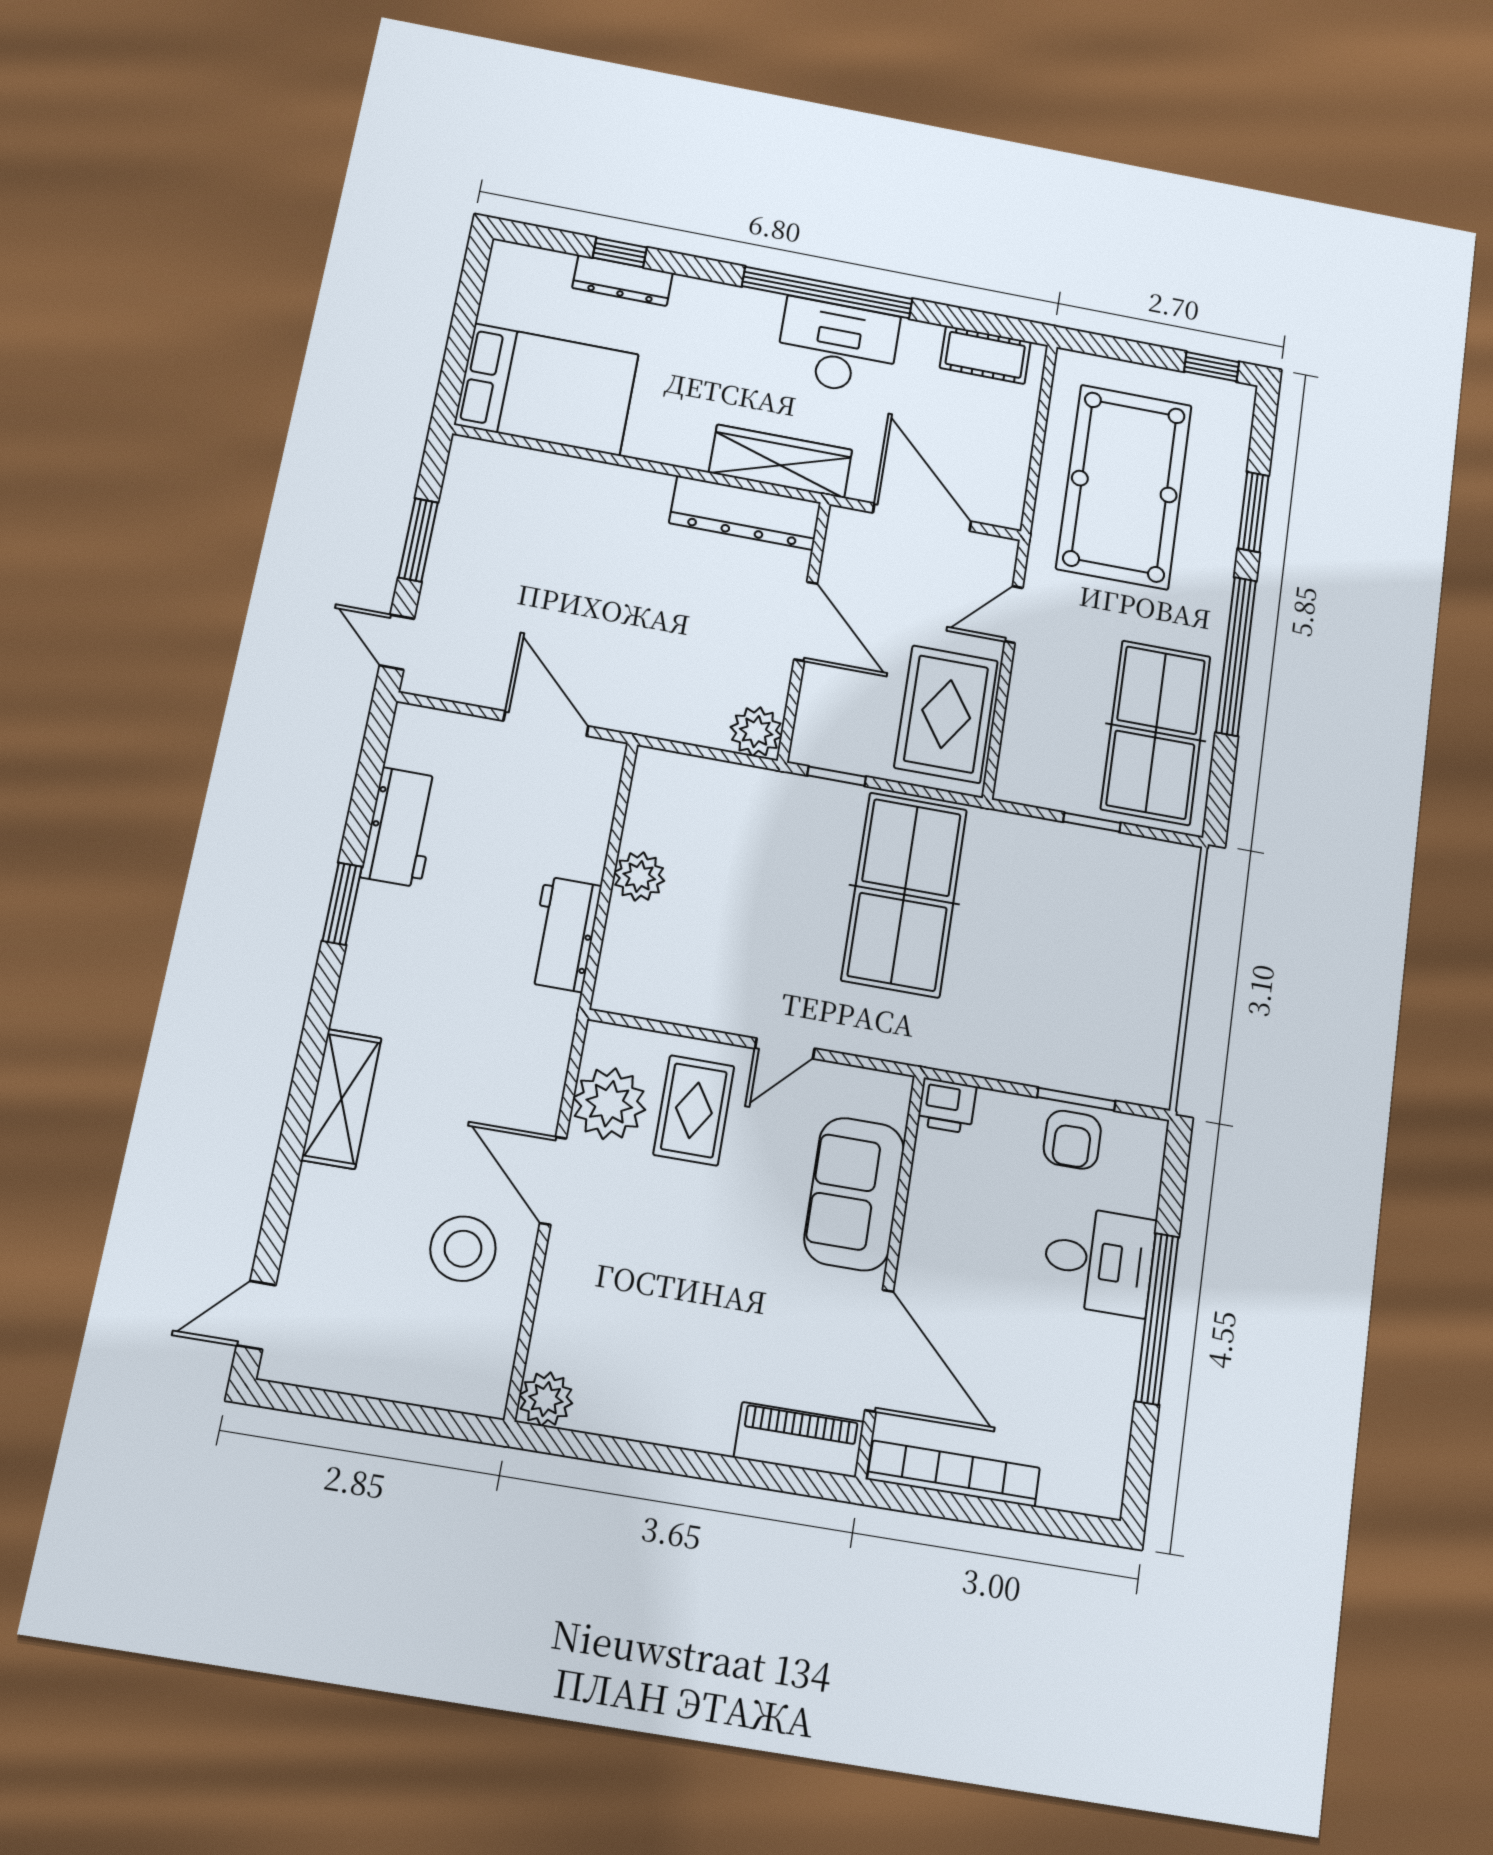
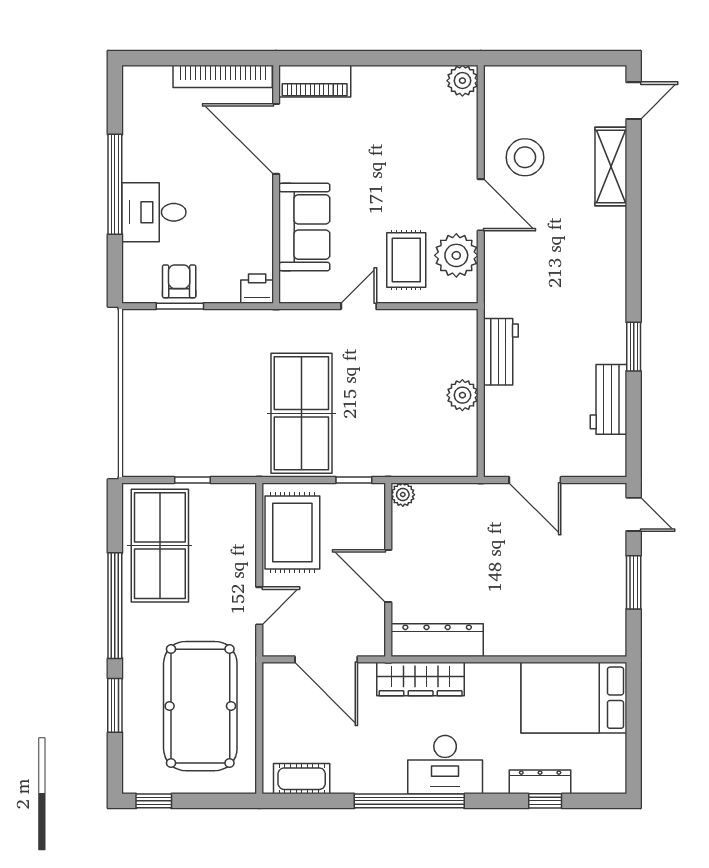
desk: (838, 347) -> (445, 765), moved
plant: (756, 732) -> (403, 495), width x0.73, depth x0.73
shelving: (342, 1099) -> (611, 166), moved

